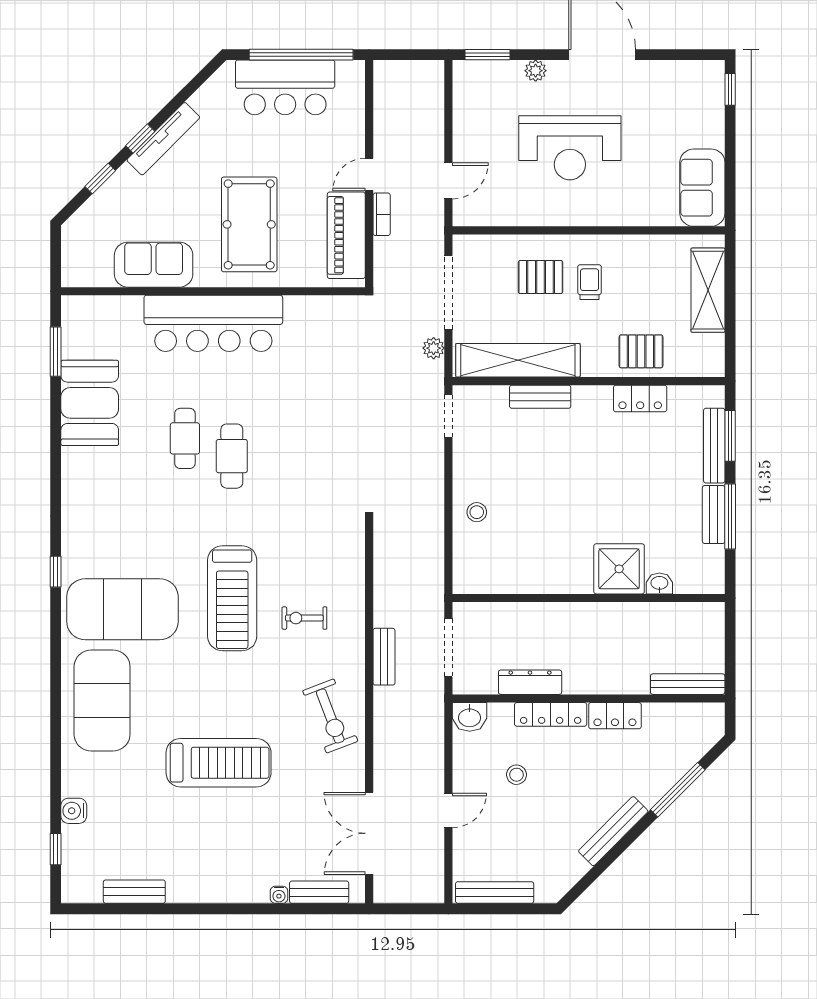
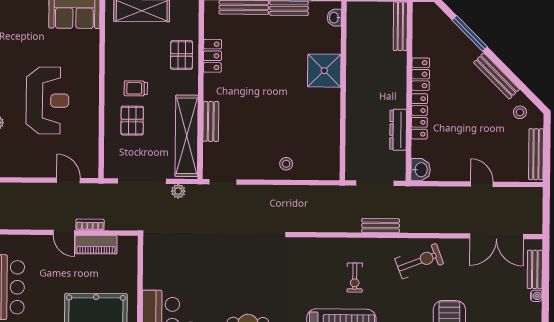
piano: (346, 235) -> (96, 245), width x0.73, depth x0.75
washbasin: (659, 583) -> (334, 18), moved
stool: (517, 775) -> (520, 112), moved

